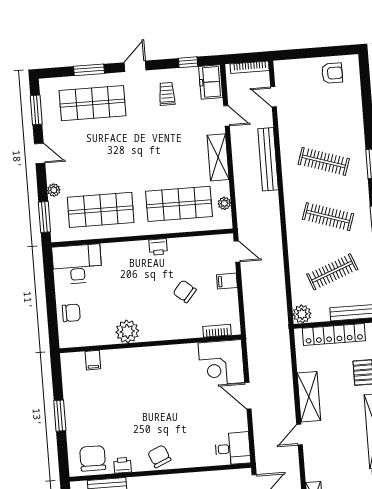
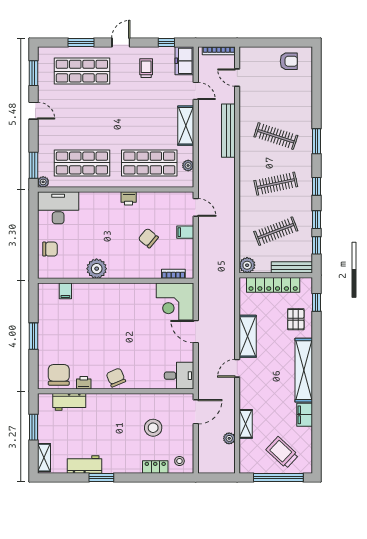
plant: (54, 190) -> (43, 182), moved
clothes rail: (328, 217) -> (276, 184), turned -30

